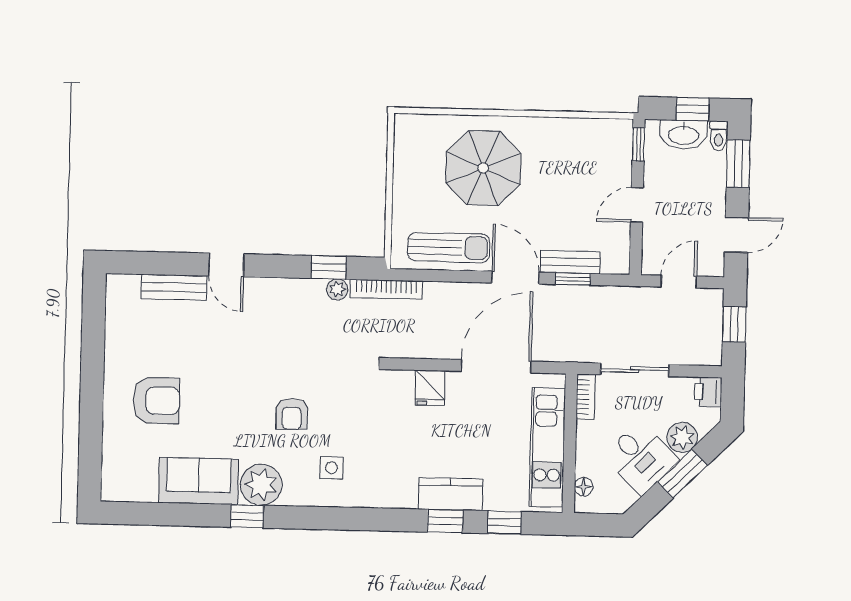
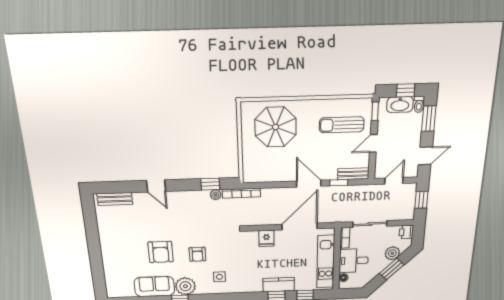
parasol: (483, 168) -> (276, 127), moved
sun lounger: (449, 248) -> (342, 125), moved, turned 180
bench: (570, 262) -> (353, 174), moved
bench: (174, 287) -> (115, 199), moved
armchair: (156, 400) -> (161, 252), moved, turned 90
desk: (641, 458) -> (354, 261), moved, turned 135

